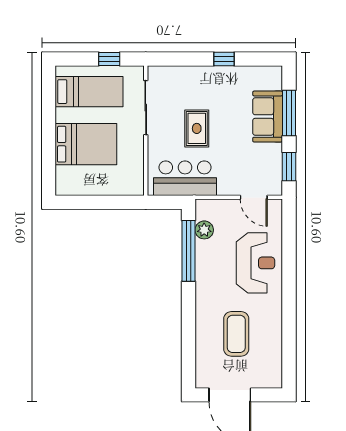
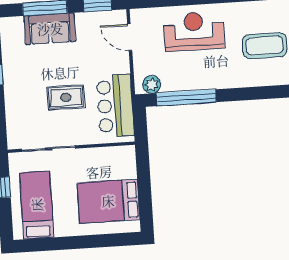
bed: (86, 144) -> (108, 201), moved, turned -90
door: (254, 197) -> (130, 37), swing flipped
plant: (204, 230) -> (152, 84), moved

